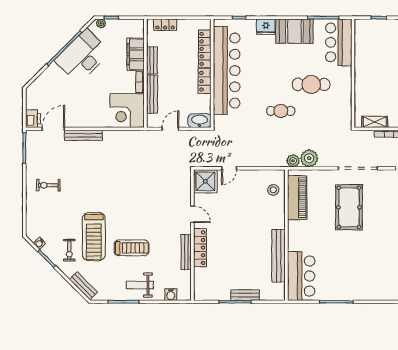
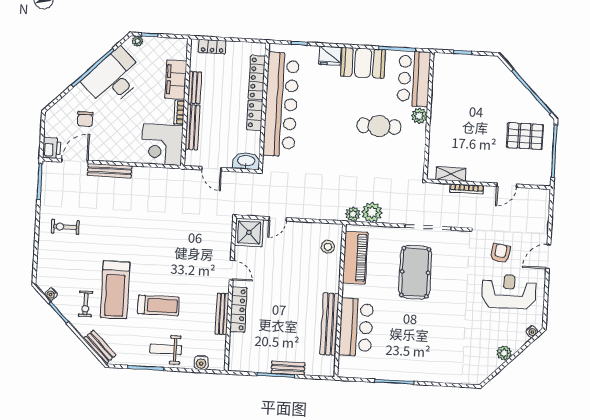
plant: (345, 74) -> (419, 116), added
chair: (60, 92) -> (85, 119), added
cafe table: (281, 111) -> (342, 155), removed
door: (170, 129) -> (212, 169), swing flipped
bar counter: (301, 276) -> (356, 327), moved

